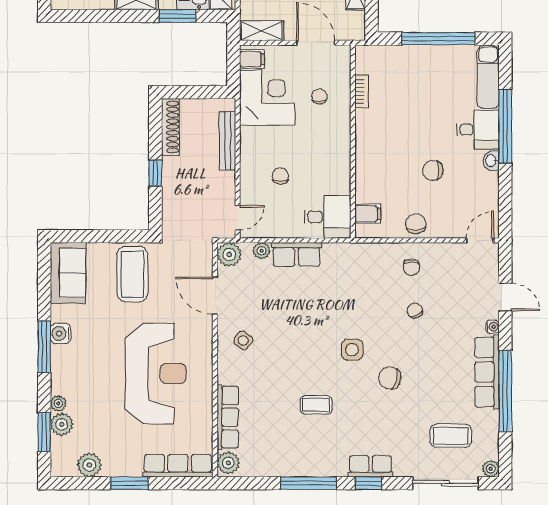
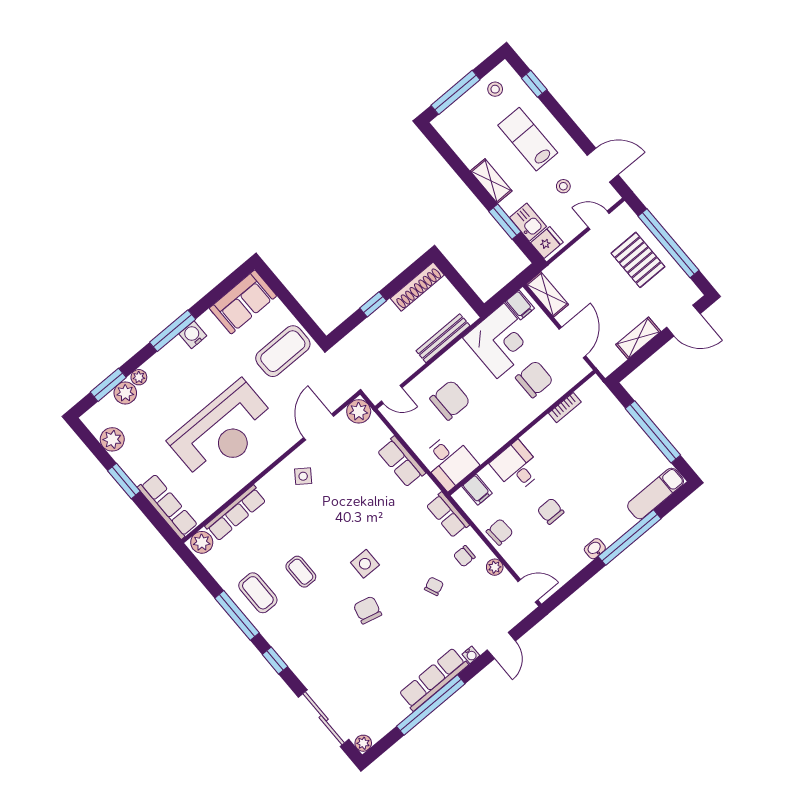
chair: (319, 96) -> (534, 379), width x1.87, depth x1.87
desk: (478, 130) -> (517, 467), moved, turned 180
chair: (280, 176) -> (450, 400), width x1.87, depth x1.87
plant: (261, 251) -> (495, 567), moved
coffee table: (451, 436) -> (258, 593), moved
row of seats: (371, 466) -> (448, 515), moved, turned 180

